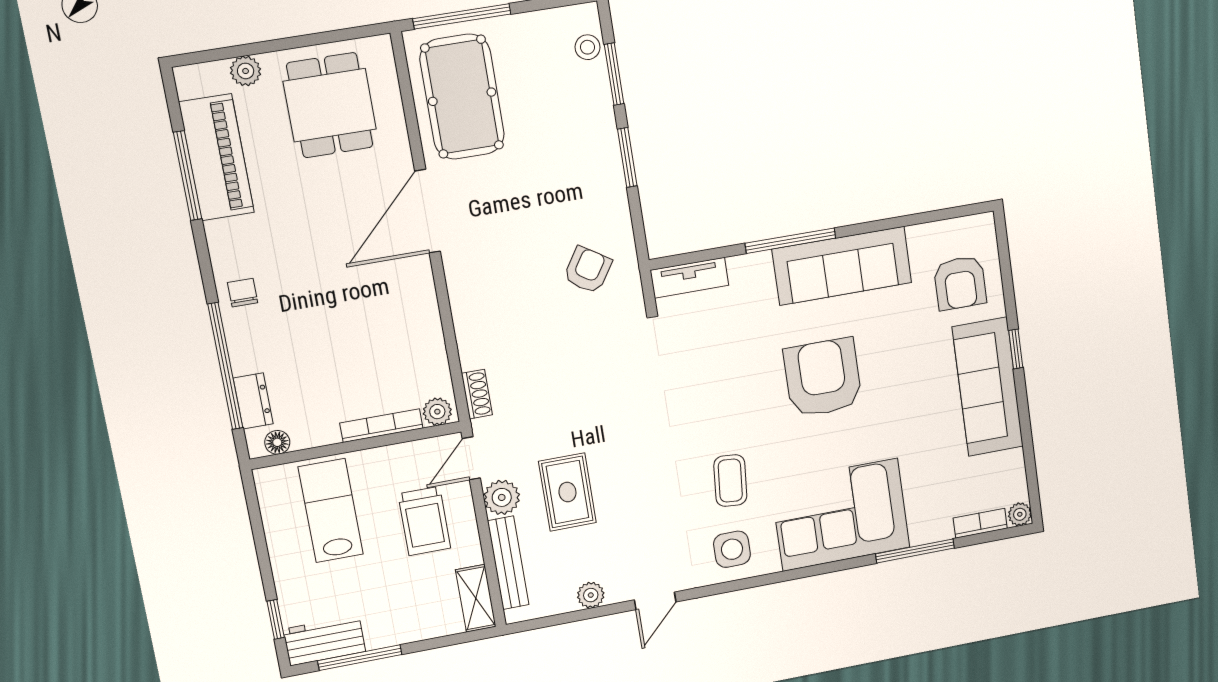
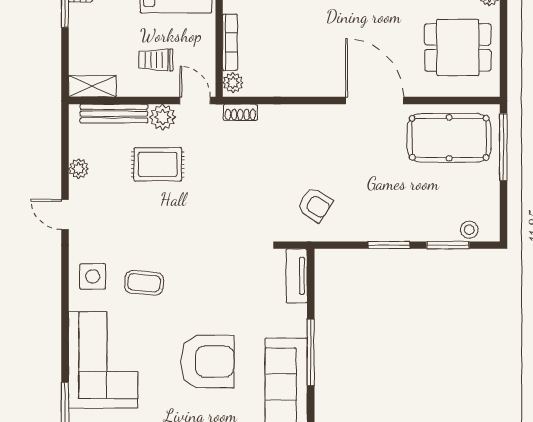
trolley: (424, 521) -> (156, 60), width x0.73, depth x0.72

